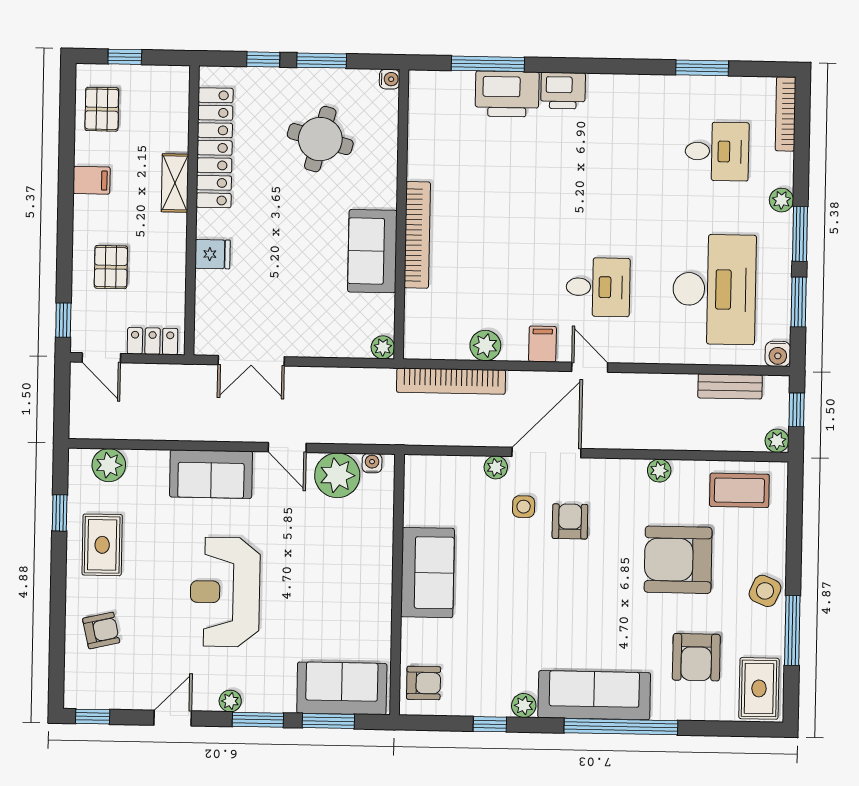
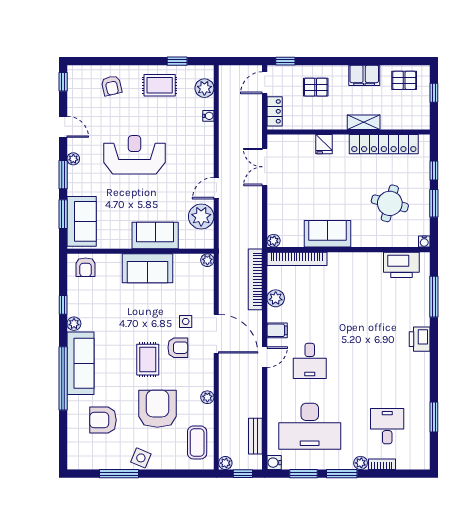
printer: (507, 94) -> (401, 265), moved, turned -90
bookcase: (786, 114) -> (382, 464), moved, width x0.64
desk: (717, 151) -> (387, 426), turned 180
filing cabinet: (92, 180) -> (364, 75), width x2.00
bookcase: (417, 235) -> (297, 259), moved
water cooler: (372, 463) -> (208, 116), moved
plant: (496, 467) -> (207, 260), moved
sofa: (211, 474) -> (155, 236), moved, turned 90
rug: (759, 688) -> (148, 360), moved, turned 90

